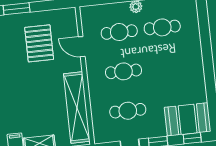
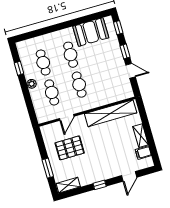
cafe table: (128, 111) -> (71, 55), moved
booth: (188, 119) -> (91, 32), moved, turned 90

